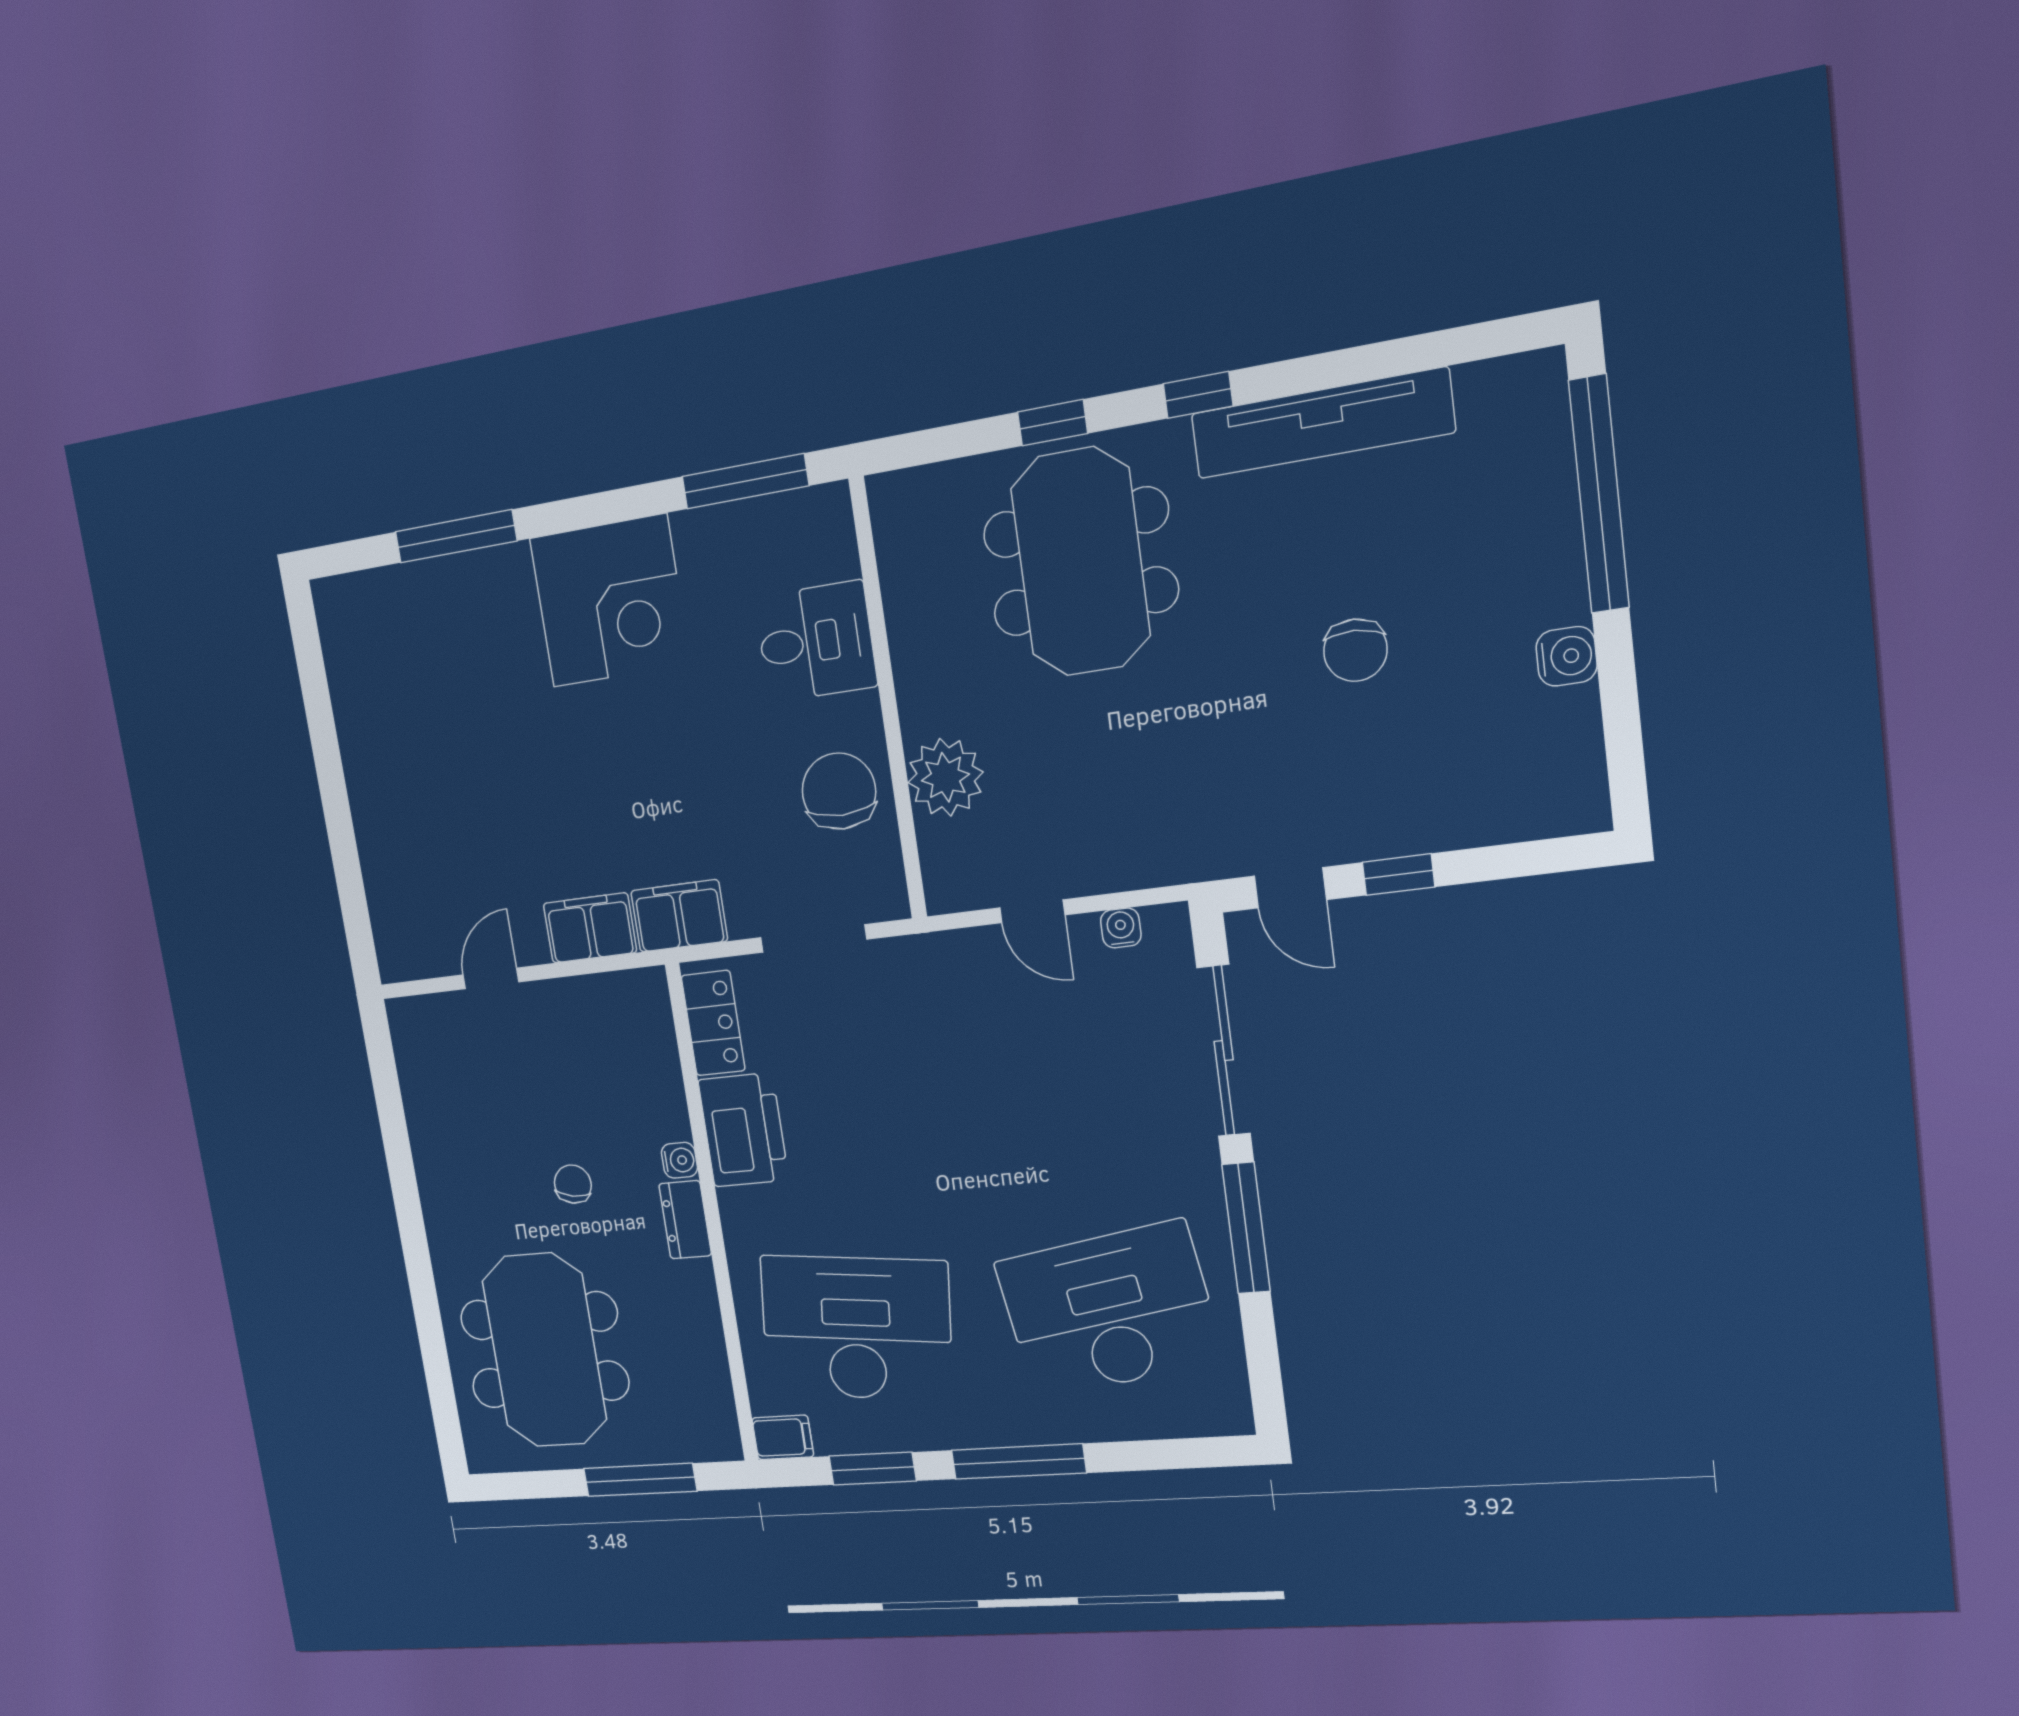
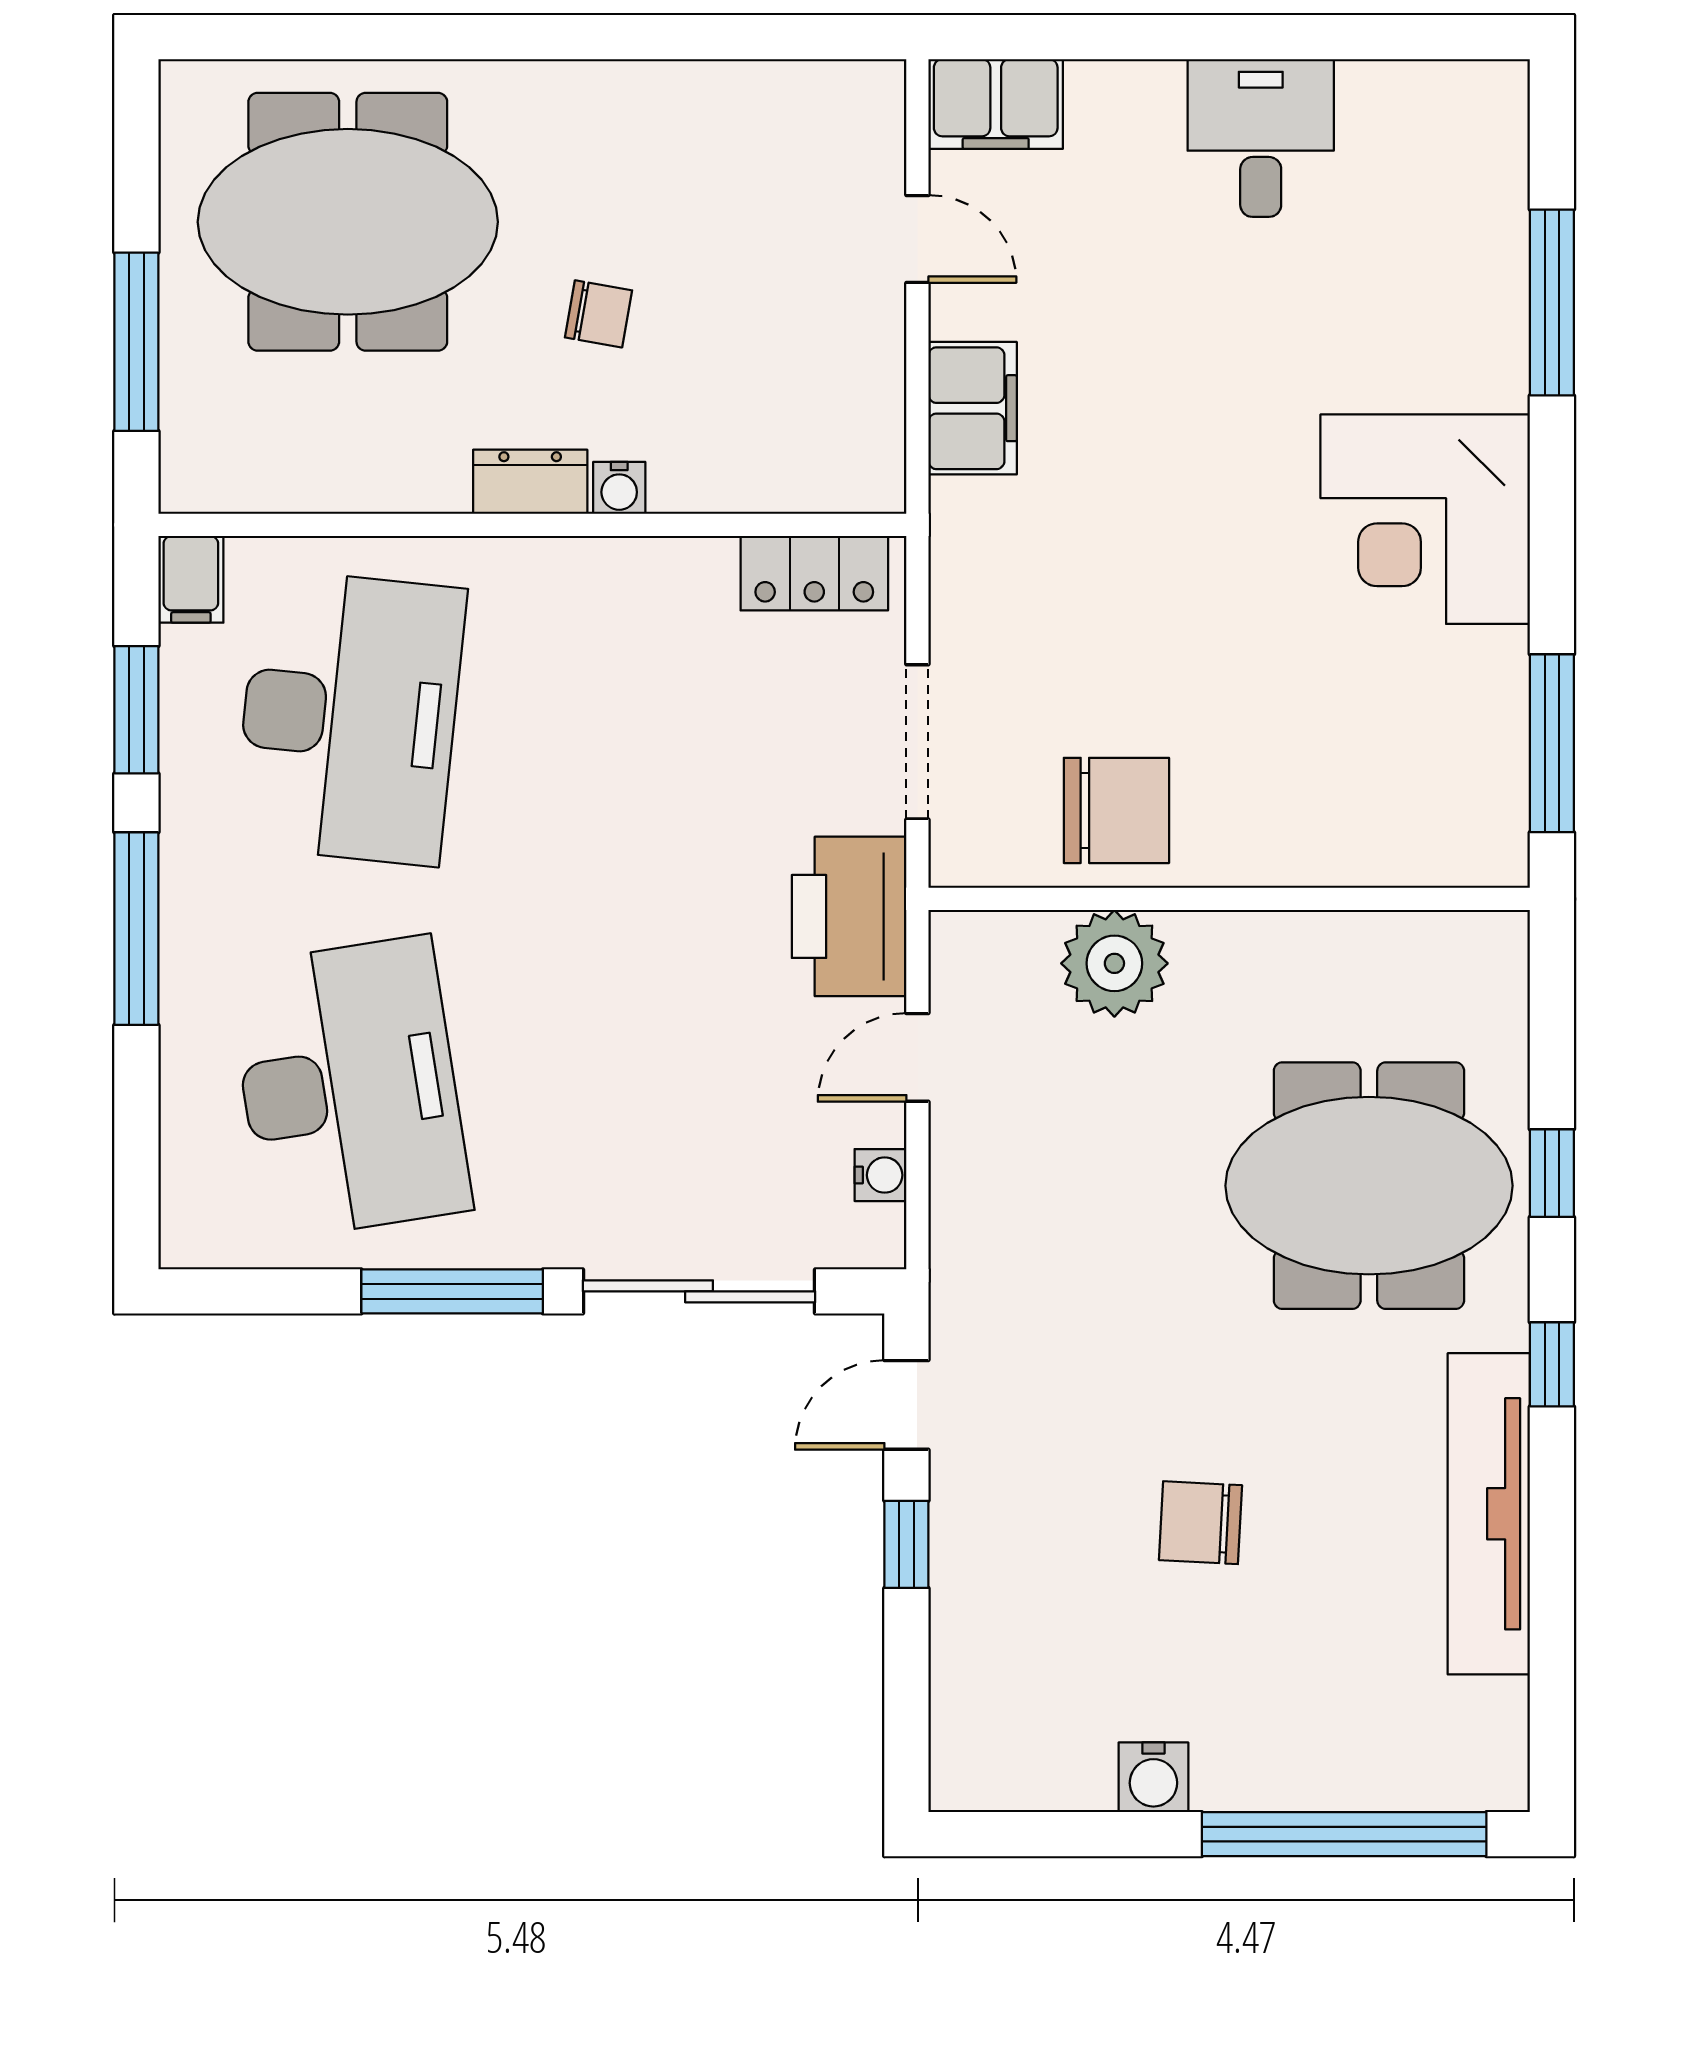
desk: (816, 642) -> (1261, 138), moved, turned 180
filing cabinet: (679, 916) -> (996, 104), moved, turned 90
printer: (743, 1130) -> (849, 916), moved, turned 90

